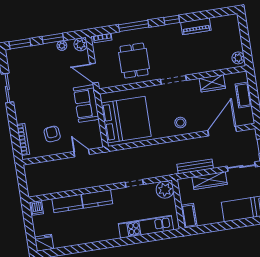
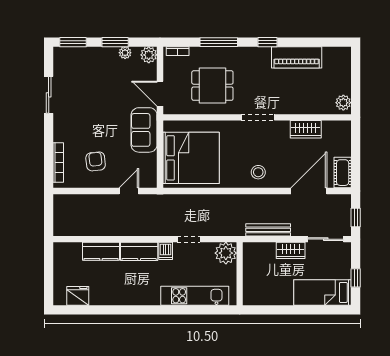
piano: (196, 26) -> (297, 57), width x1.37, depth x1.33
dining table: (134, 61) -> (212, 86), turned 90
cot: (243, 95) -> (343, 173), moved
door: (82, 153) -> (129, 191), hinge flipped
wardrobe: (210, 180) -> (291, 250), width x0.67
dishwasher: (37, 208) -> (166, 251), moved
cot: (189, 216) -> (251, 290), removed
fridge: (44, 243) -> (78, 296), moved

